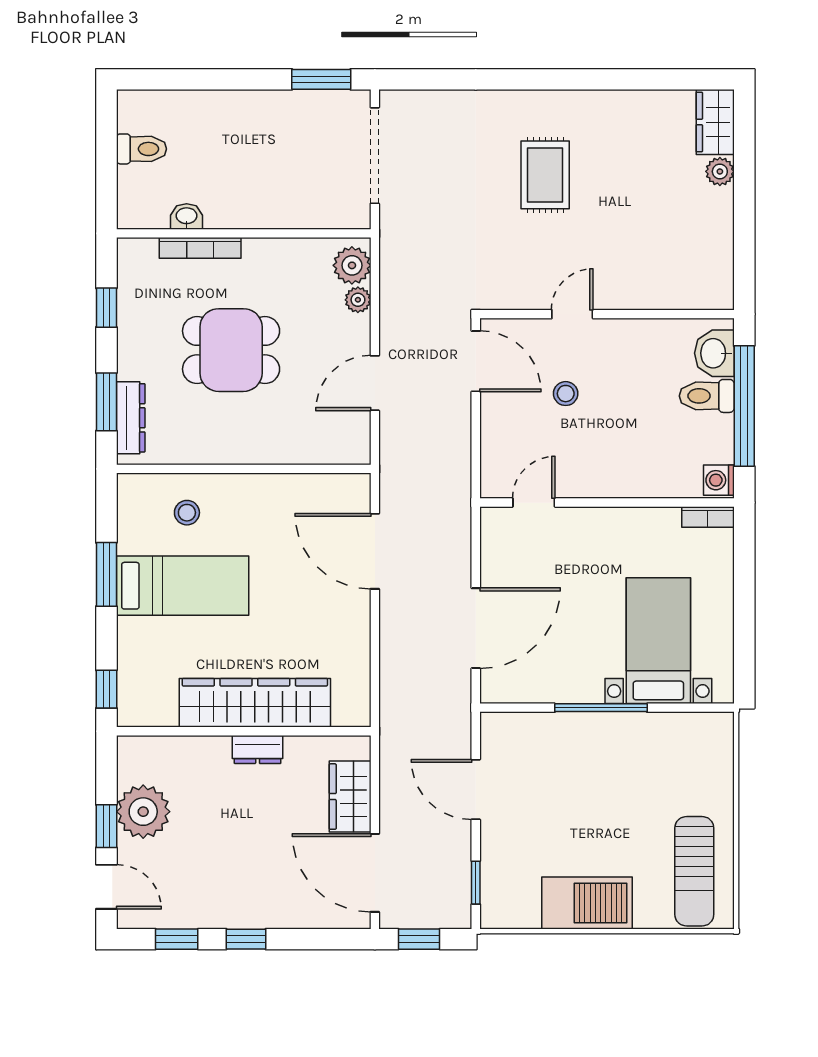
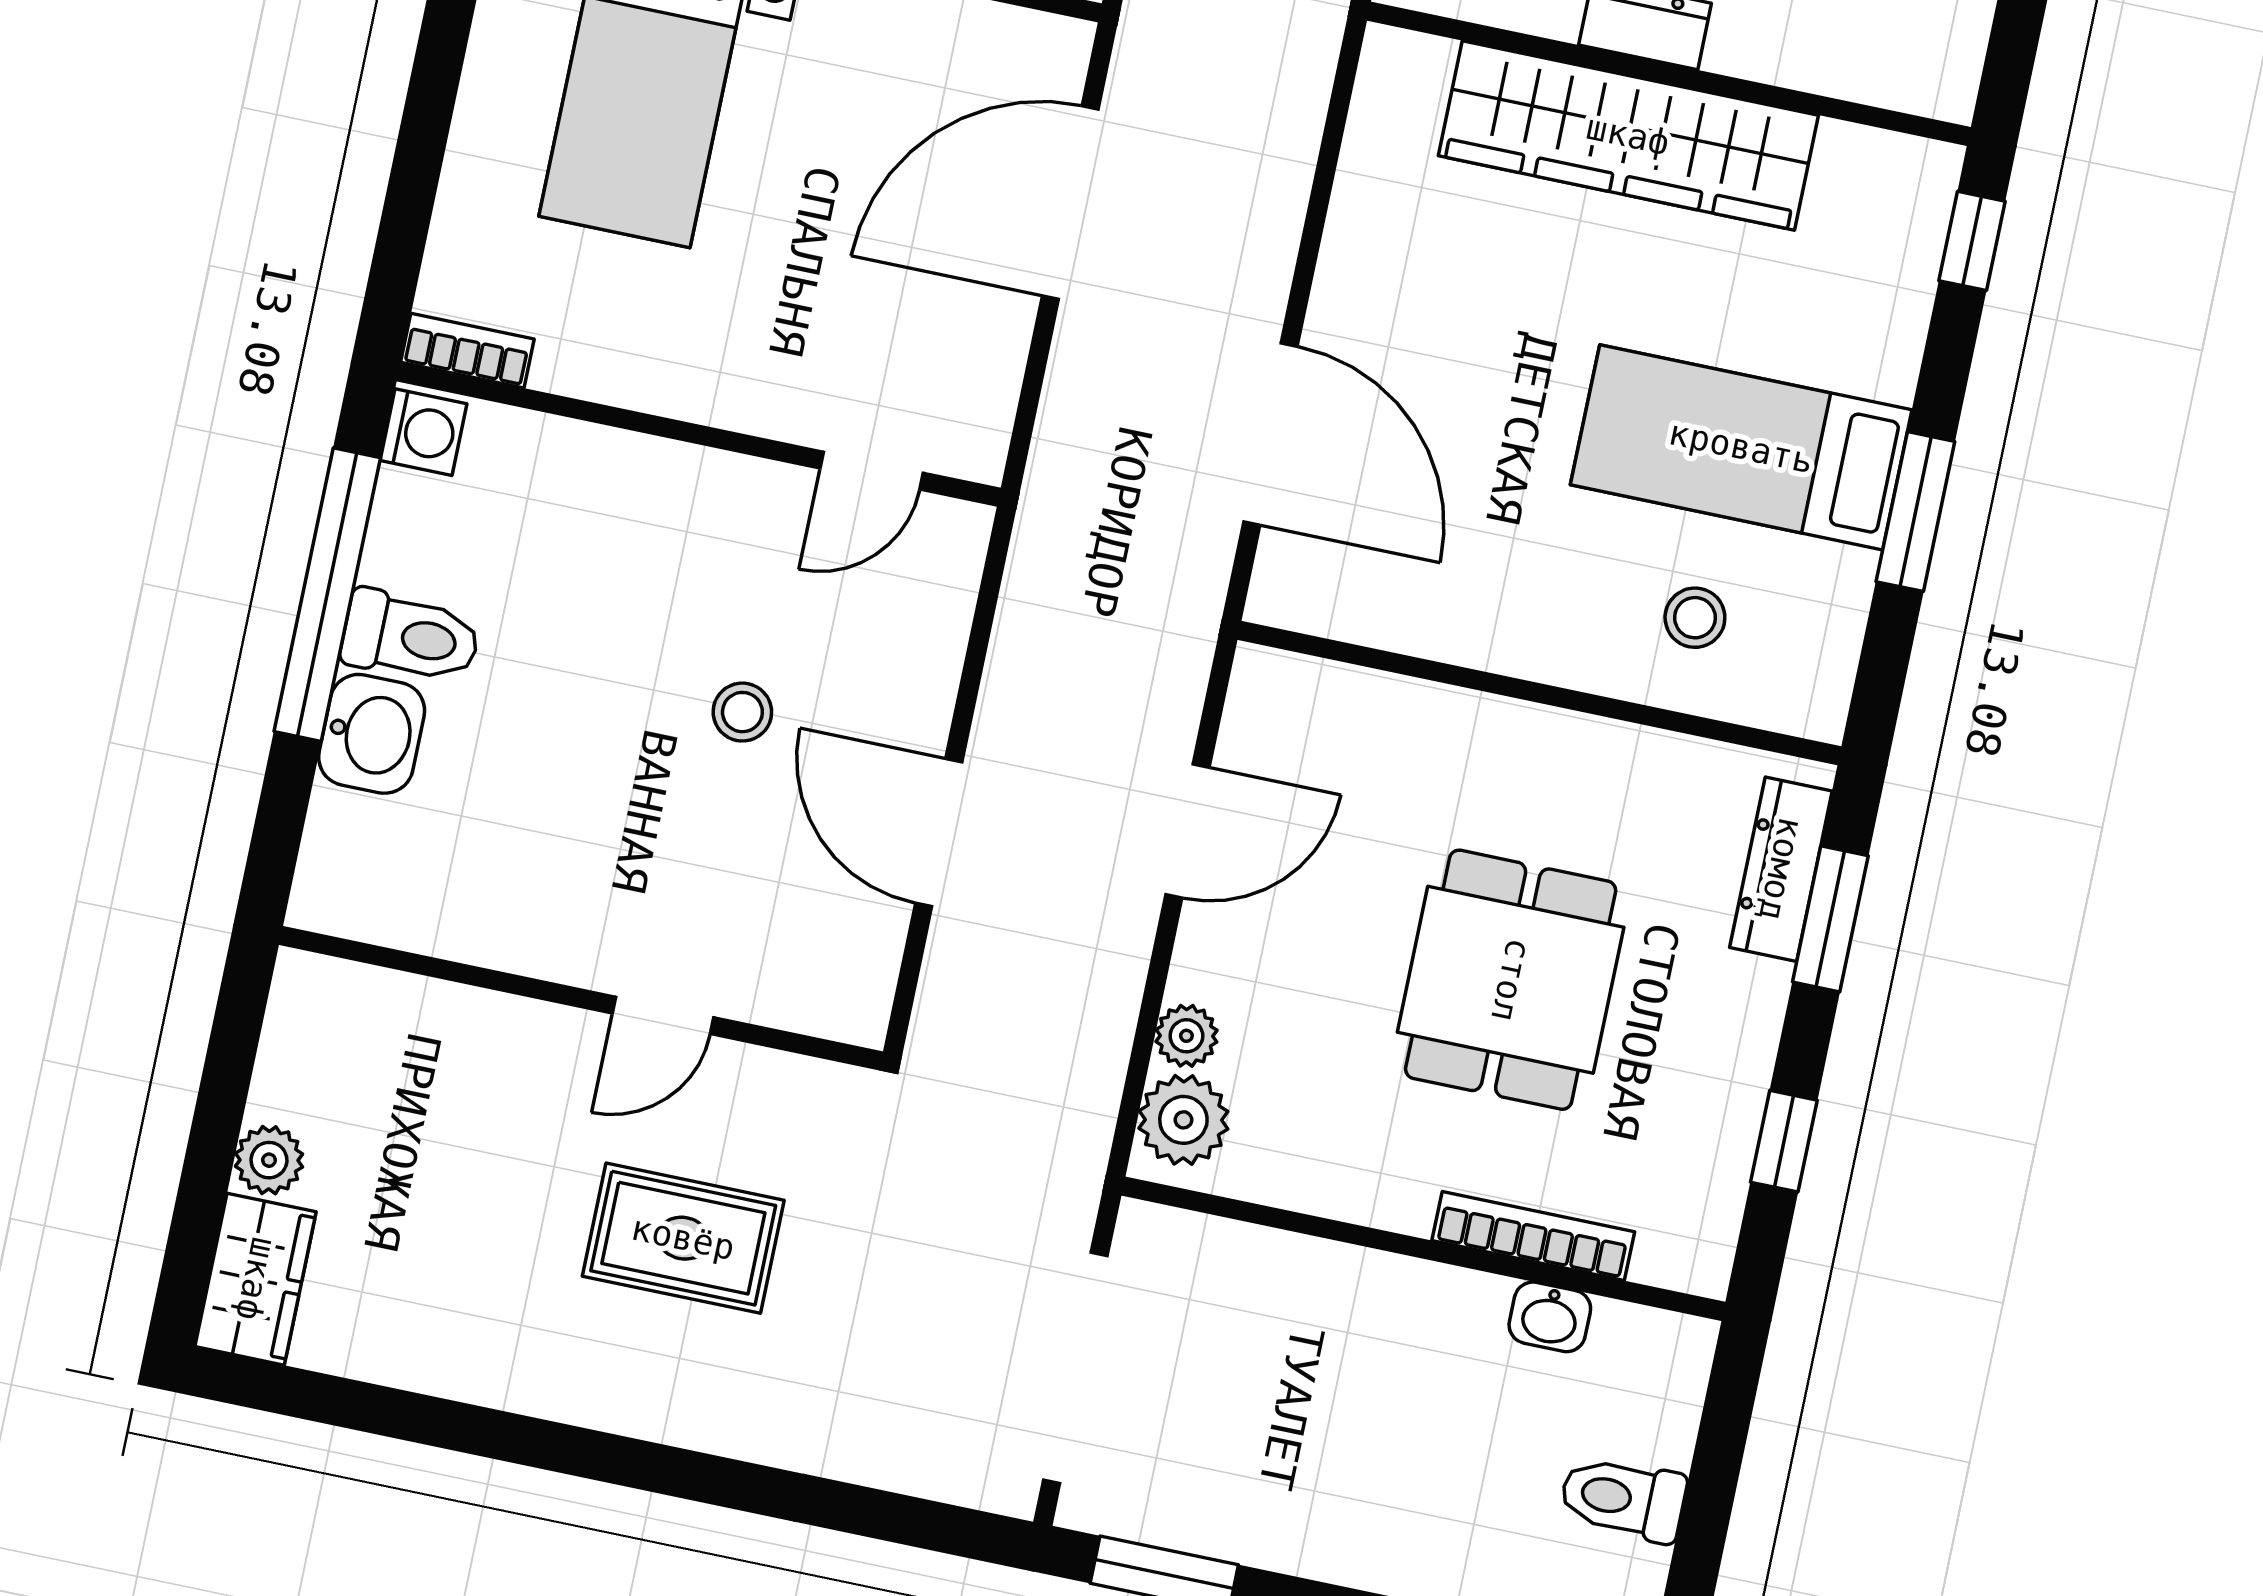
rug: (545, 175) -> (683, 1238), turned 90
door: (572, 314) -> (663, 1015), moved
wall: (607, 314) -> (581, 998), moved
dining table: (231, 350) -> (1511, 980), turned 90

